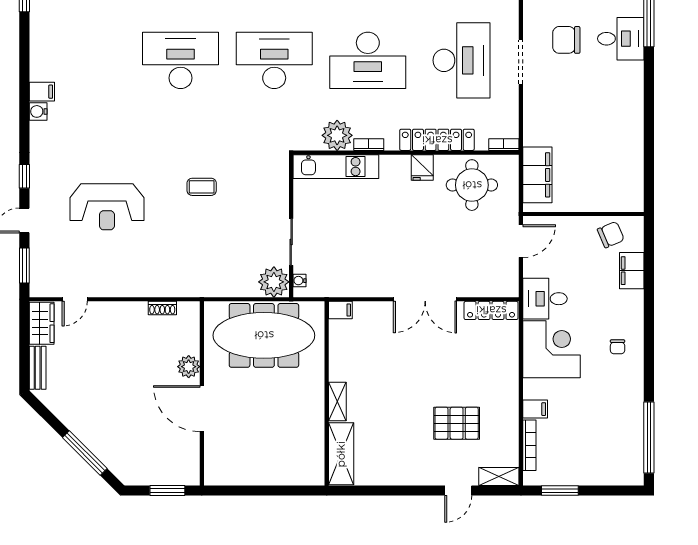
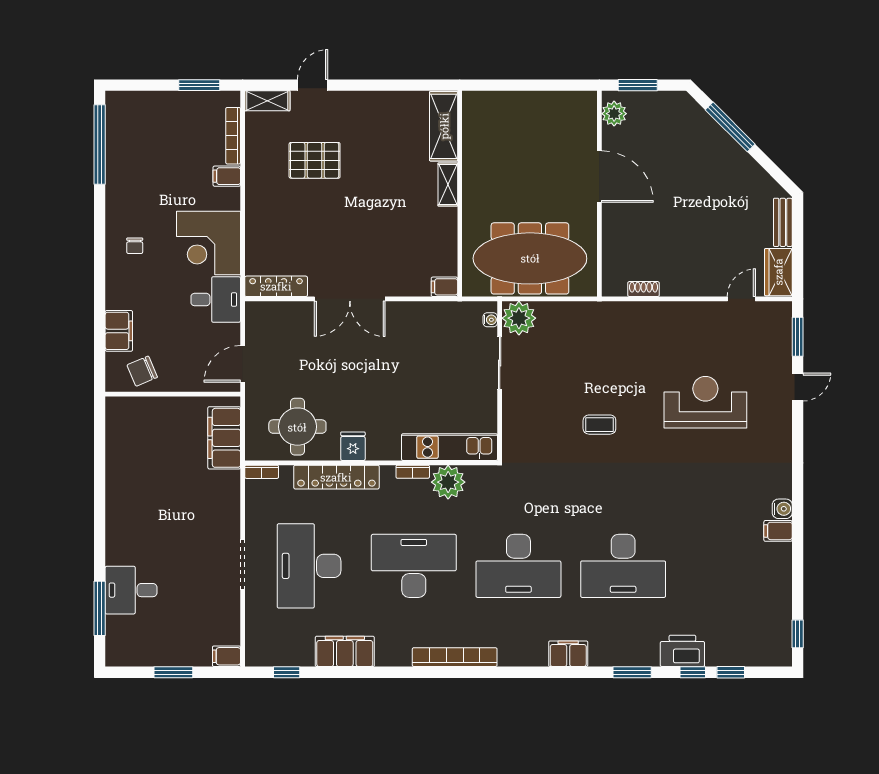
chair: (566, 40) -> (192, 589), removed
window: (24, 176) -> (798, 436), removed
double door: (425, 299) -> (350, 299), swing flipped
chair: (618, 347) -> (135, 246), turned 180
plant: (189, 367) -> (614, 114), moved

